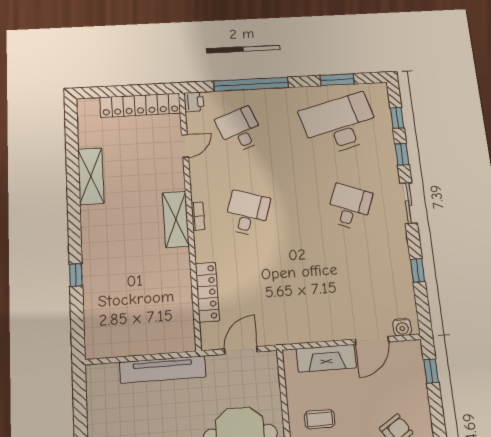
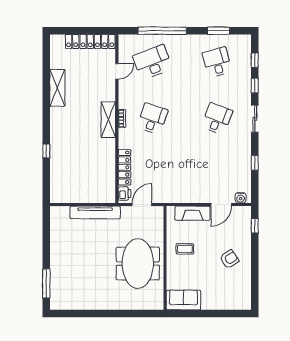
printer: (194, 102) -> (124, 194), moved
desk: (340, 124) -> (217, 62), width x0.53, depth x0.77
desk: (240, 130) -> (153, 62), width x1.37

